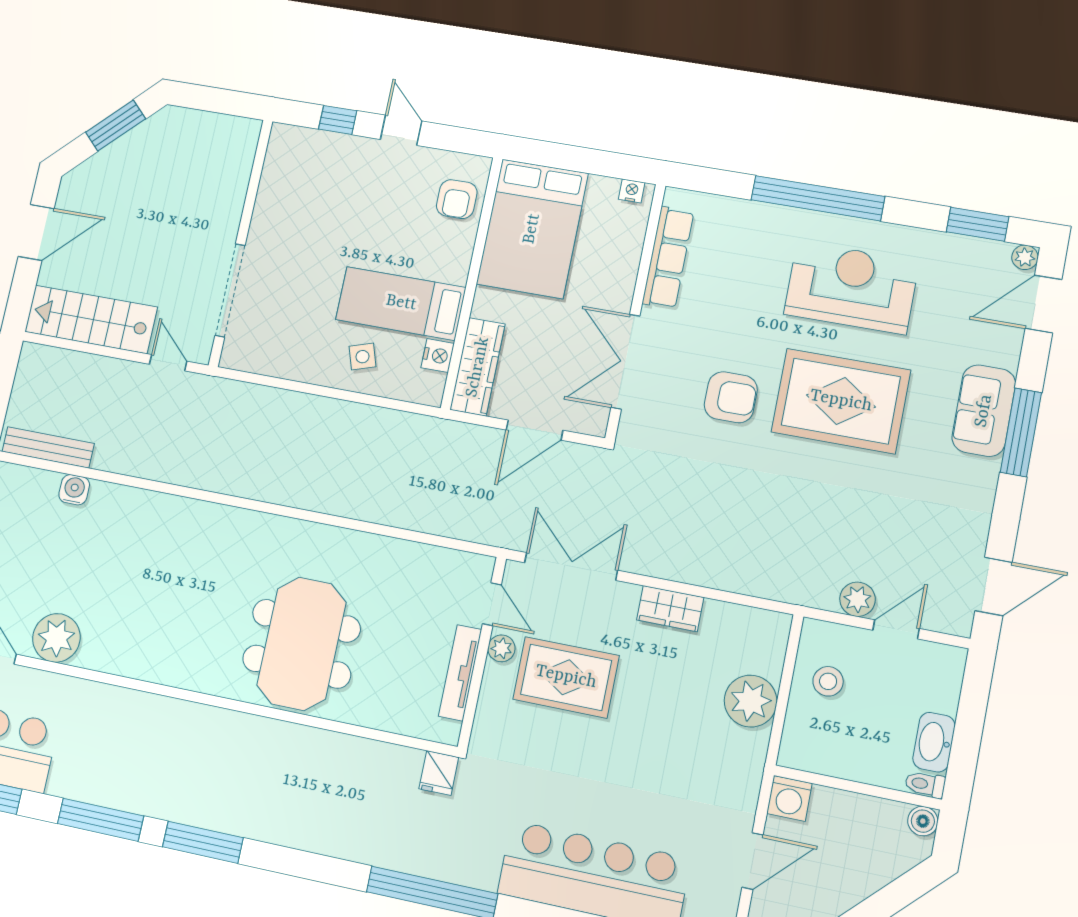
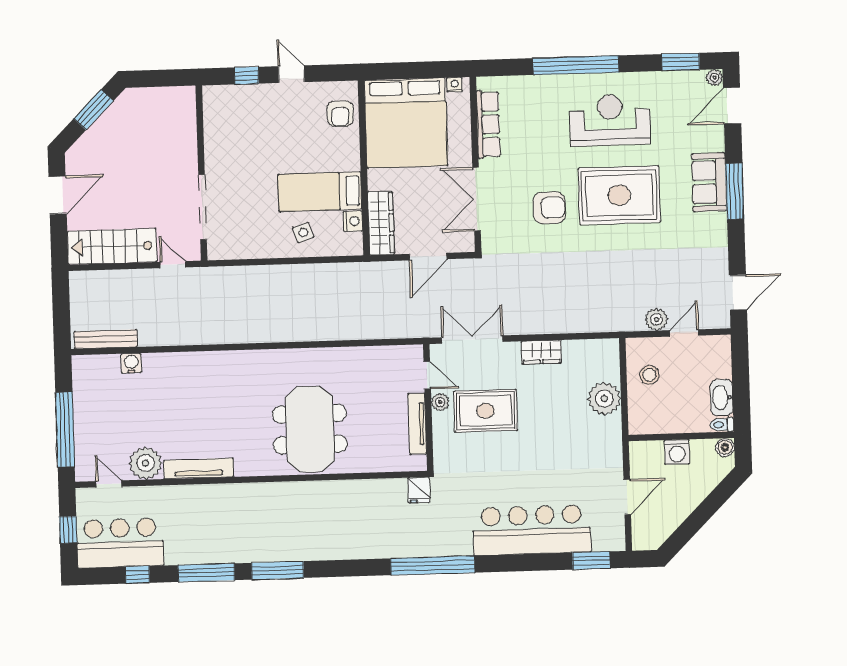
bed: (532, 229) -> (406, 123), width x1.36
tv unit: (129, 664) -> (199, 468), added
washing machine: (789, 798) -> (677, 452), moved

